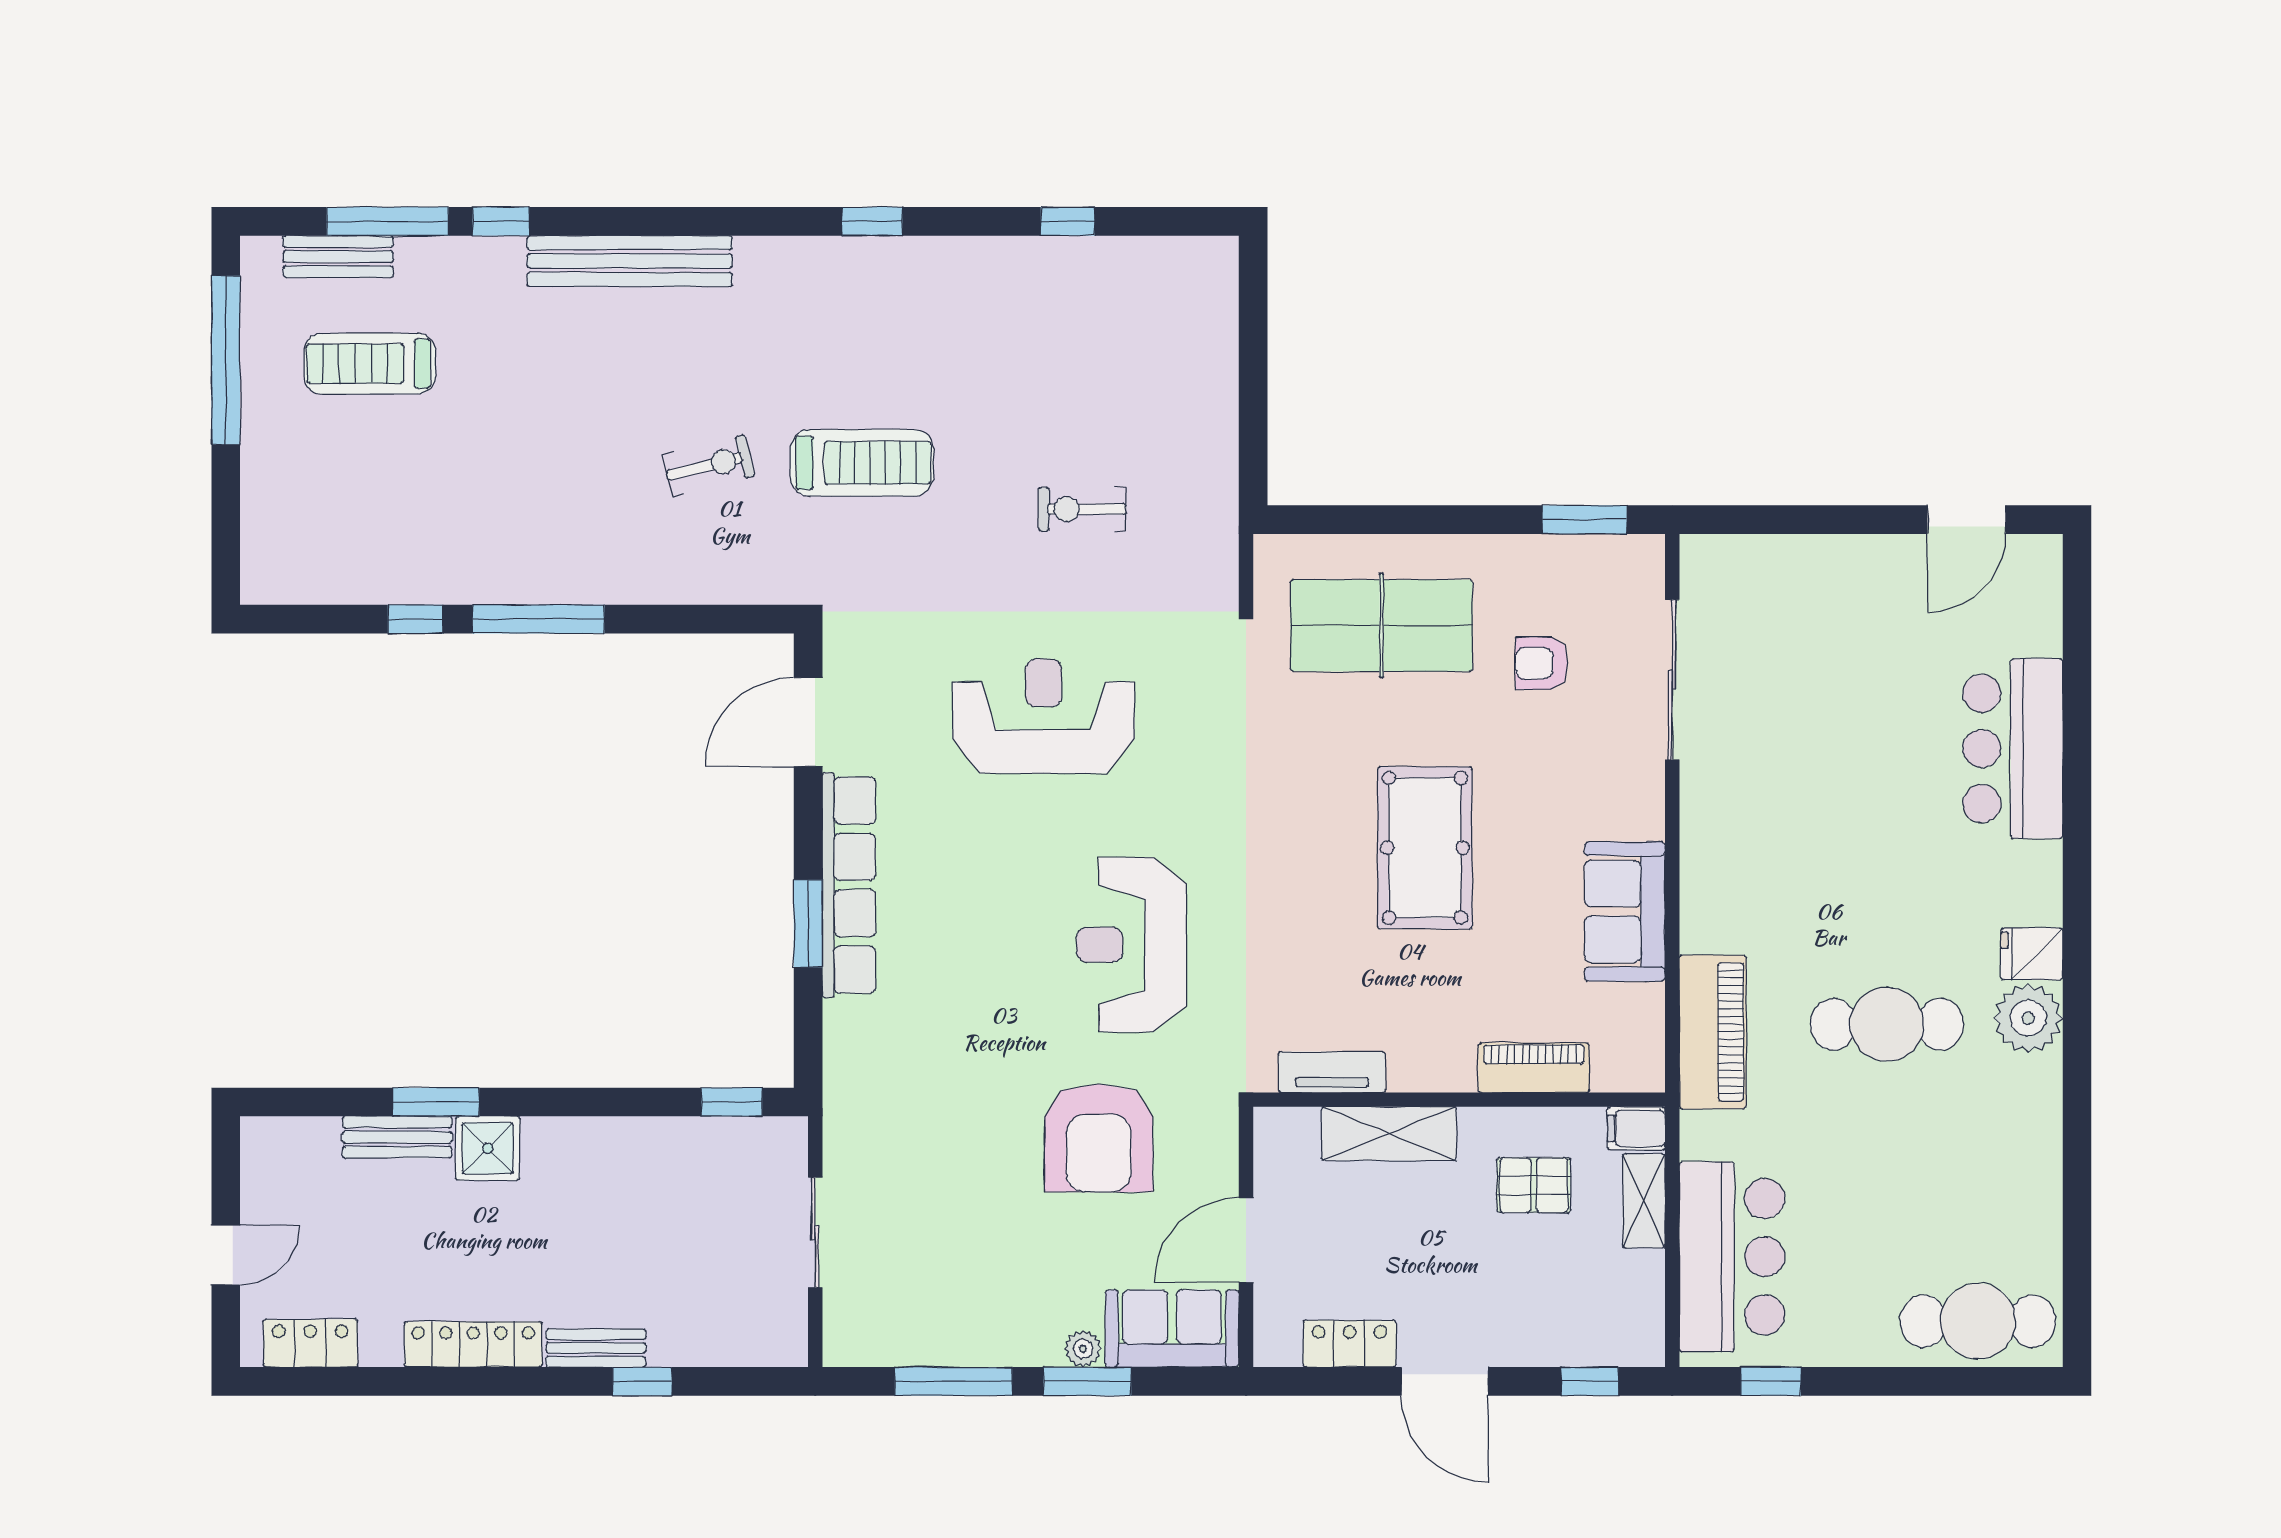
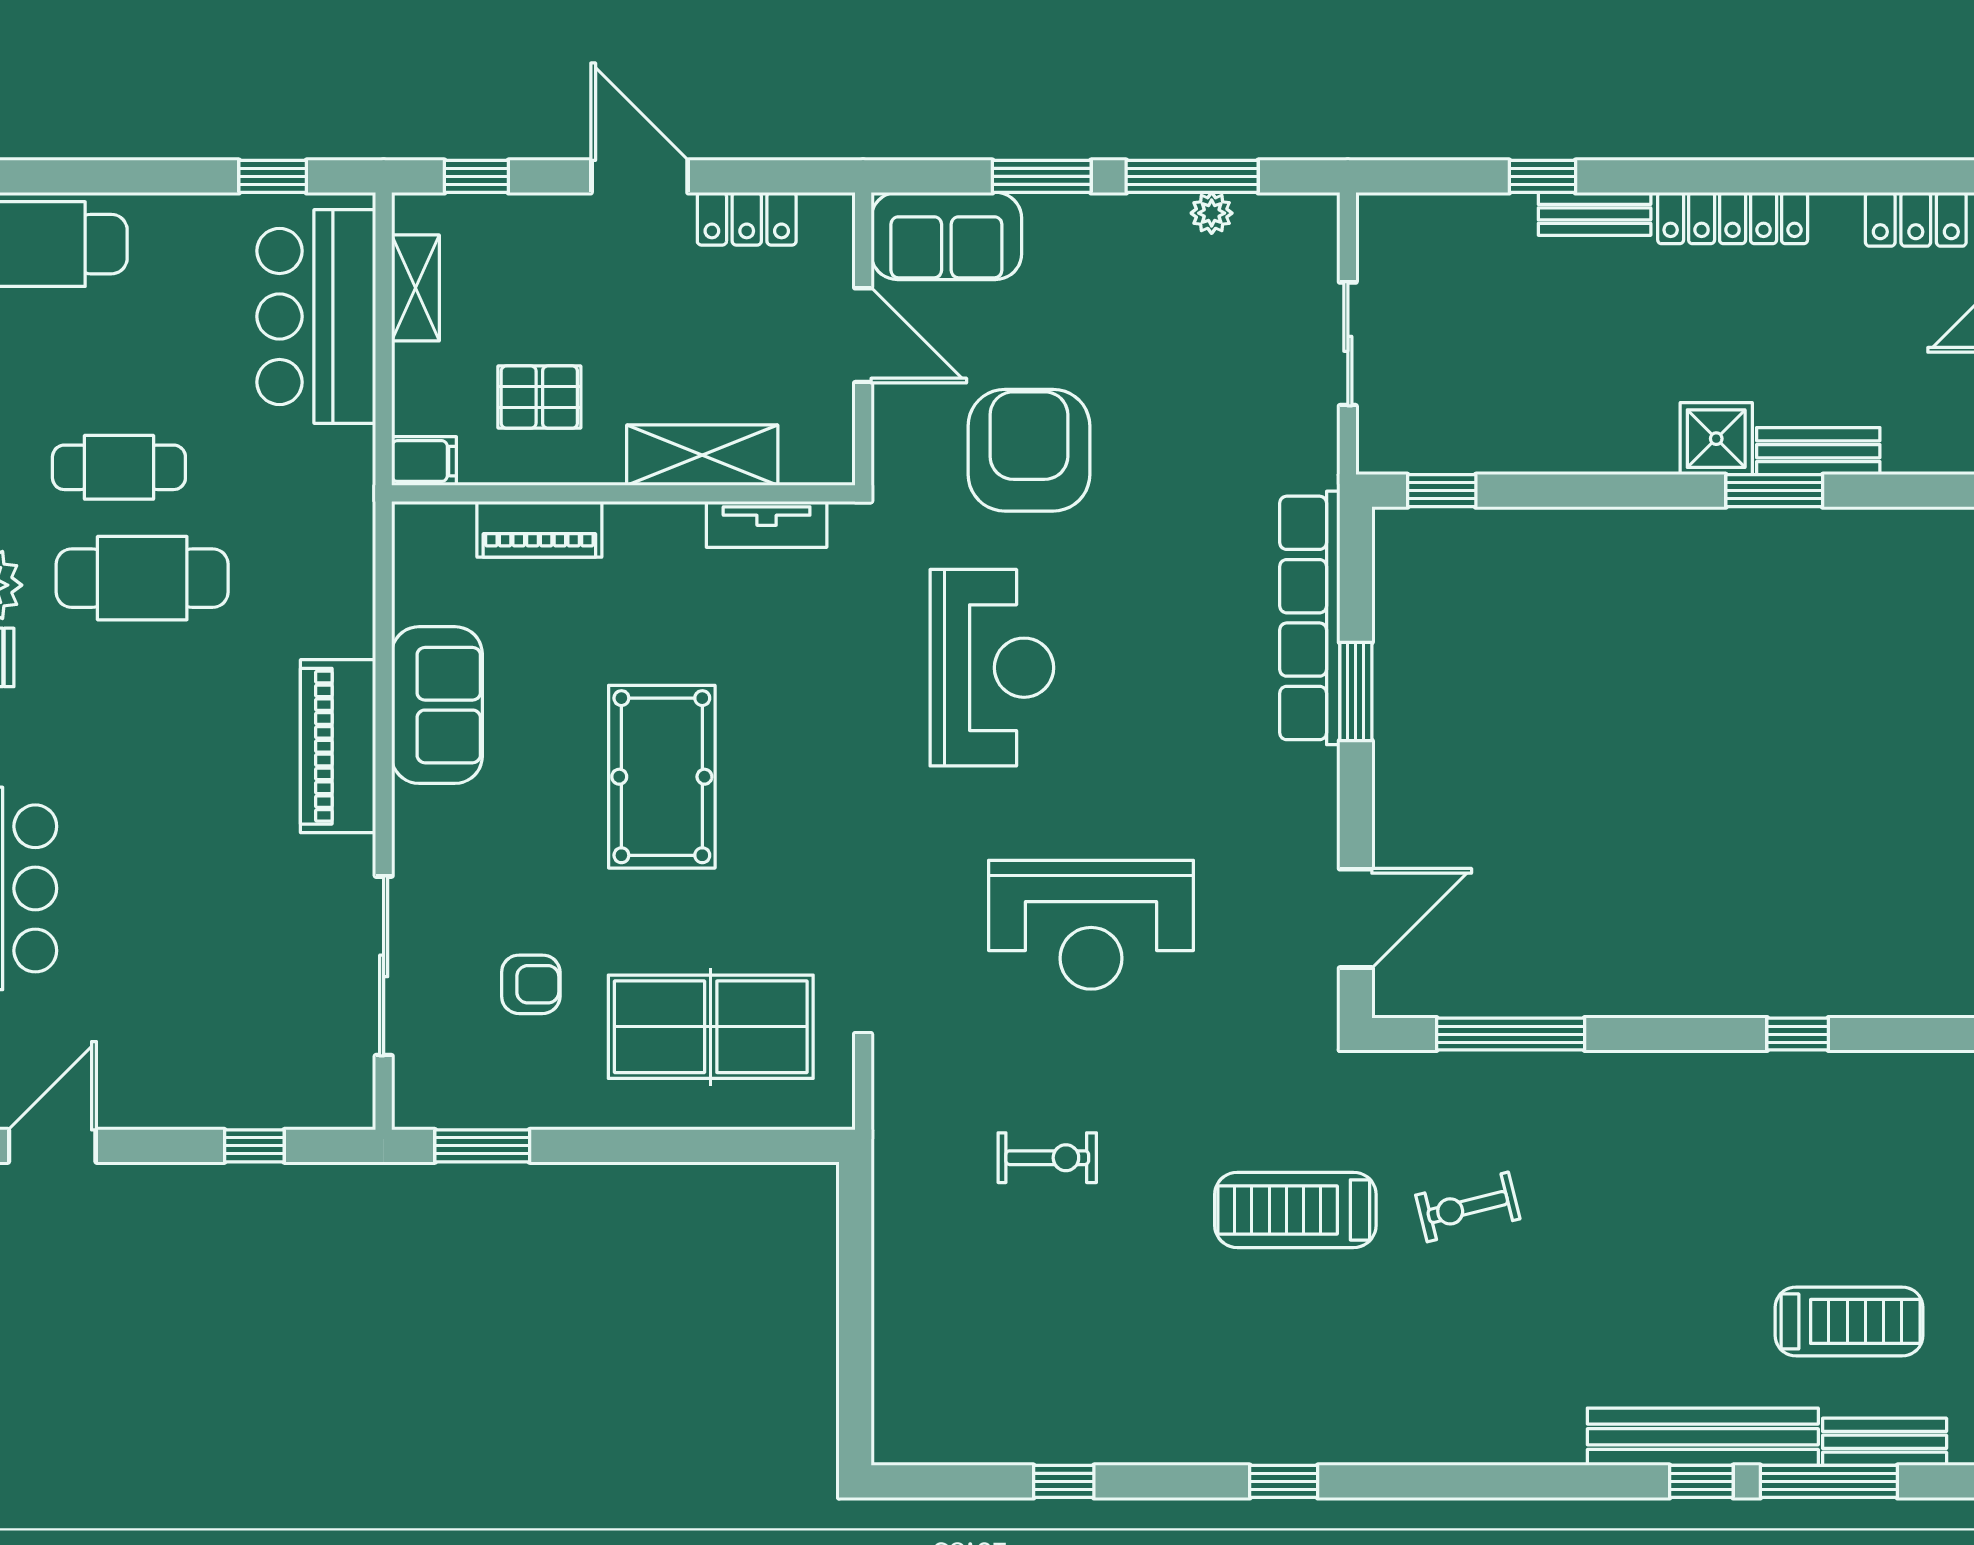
bench: (630, 261) -> (1703, 1437), moved
window: (1787, 520) -> (254, 1146), added
window: (538, 619) -> (1511, 1034), moved
row of seats: (849, 885) -> (1310, 618), moved
piano: (1713, 1032) -> (338, 746), moved
cafe table: (1907, 1123) -> (119, 467), added
shelving: (1644, 1201) -> (415, 288), moved
door: (1246, 1240) -> (863, 335), hinge flipped
plant: (1083, 1349) -> (1212, 213), moved

